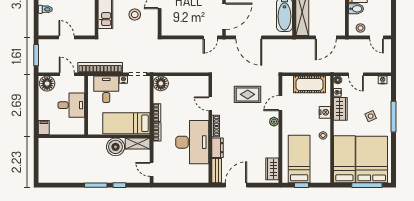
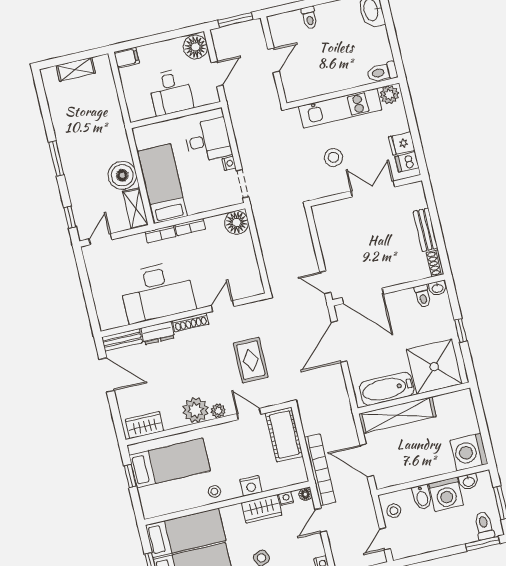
bookcase: (100, 67) -> (320, 470), moved
cot: (310, 84) -> (284, 435), moved
plant: (270, 135) -> (196, 410), added
shelving: (44, 160) -> (76, 69), added
window: (119, 185) -> (70, 217), moved

